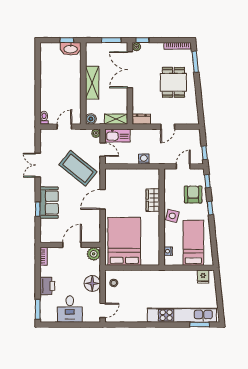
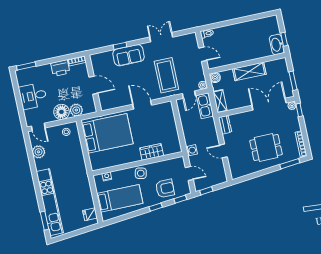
washing machine: (144, 159) -> (191, 150), moved
coffee table: (78, 168) -> (166, 75), turned -39
plant: (94, 254) -> (76, 110), moved
printer: (47, 286) -> (60, 68), moved
plant: (128, 316) -> (39, 152), added

